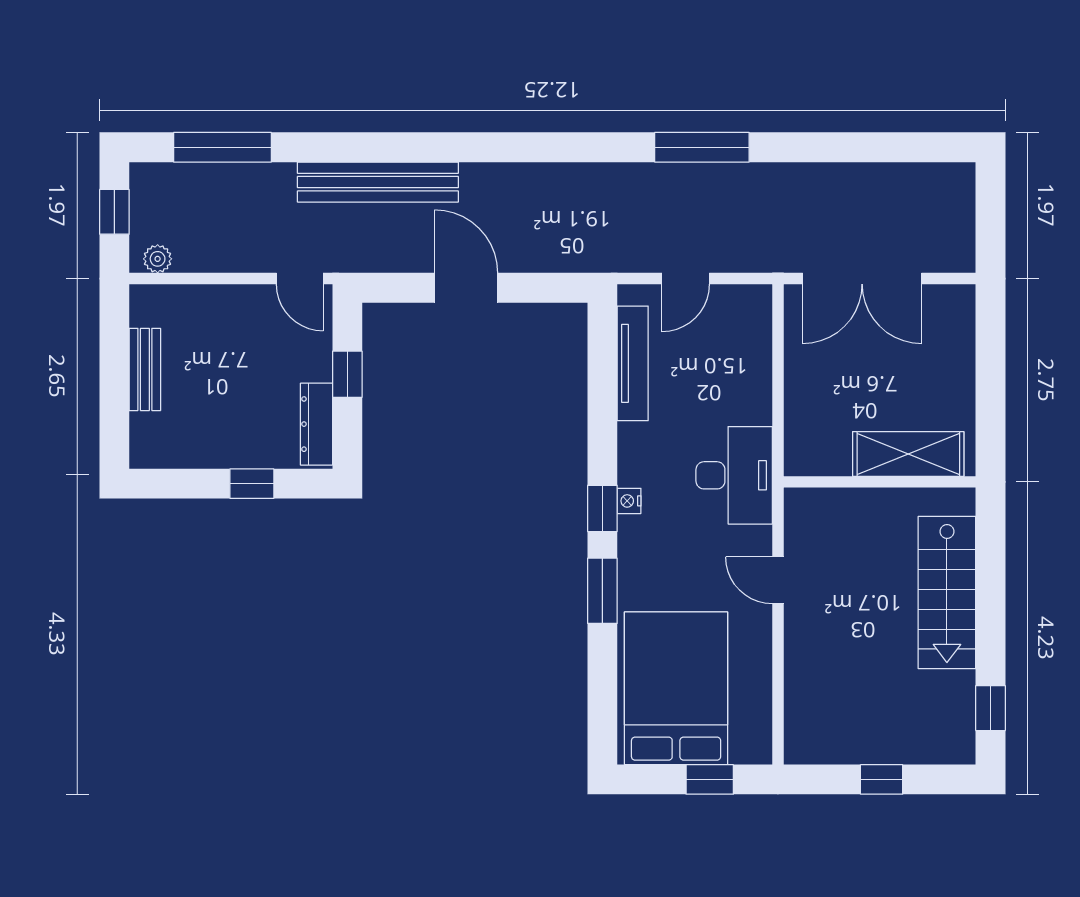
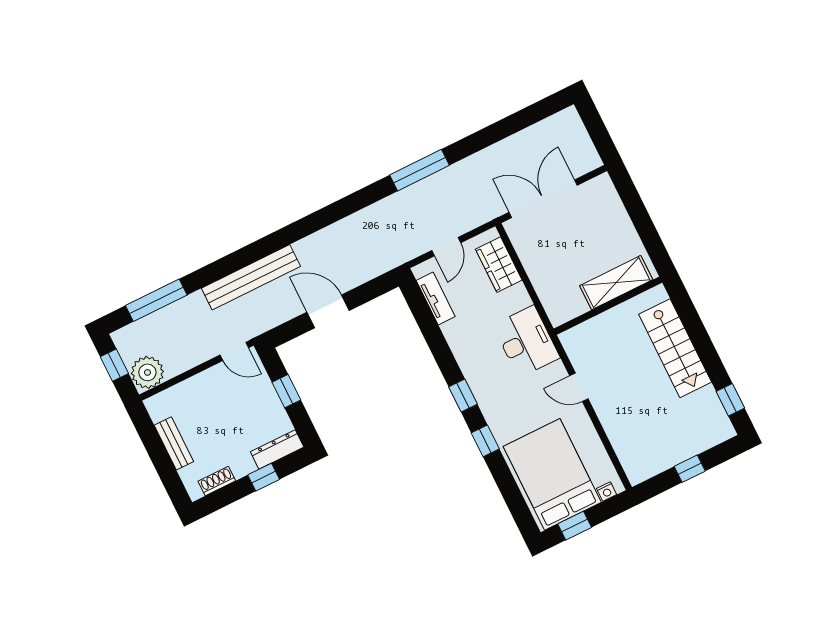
plant: (158, 259) -> (147, 372), width x1.88, depth x1.88
double door: (862, 279) -> (543, 199), swing flipped
wardrobe: (750, 343) -> (499, 265), added
tv unit: (633, 363) -> (436, 298), width x0.71
dresser: (316, 424) -> (277, 449), moved, turned 90
shoe rack: (181, 455) -> (217, 481), added
nightstand: (629, 501) -> (607, 492), moved, turned -90
window: (602, 591) -> (485, 441), width x0.67
window: (710, 779) -> (575, 526), moved

